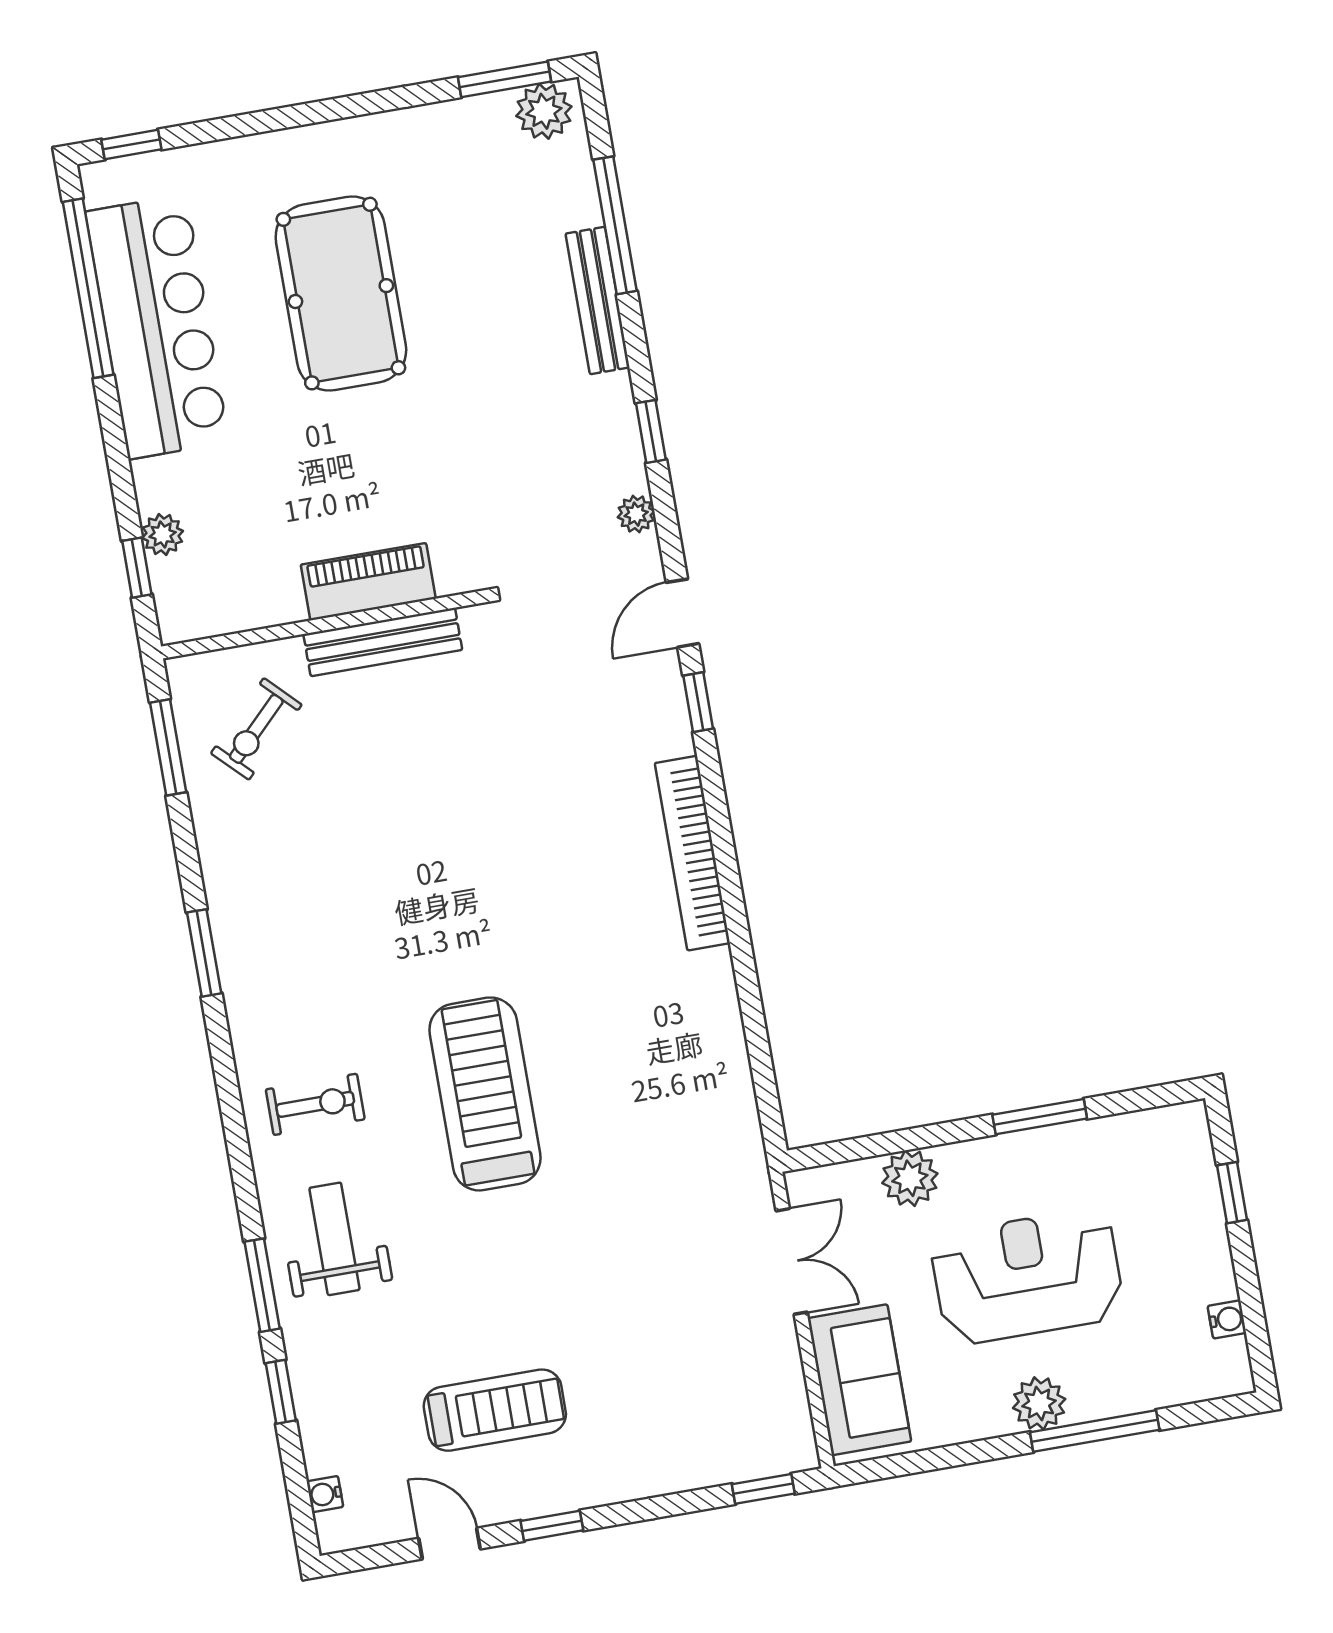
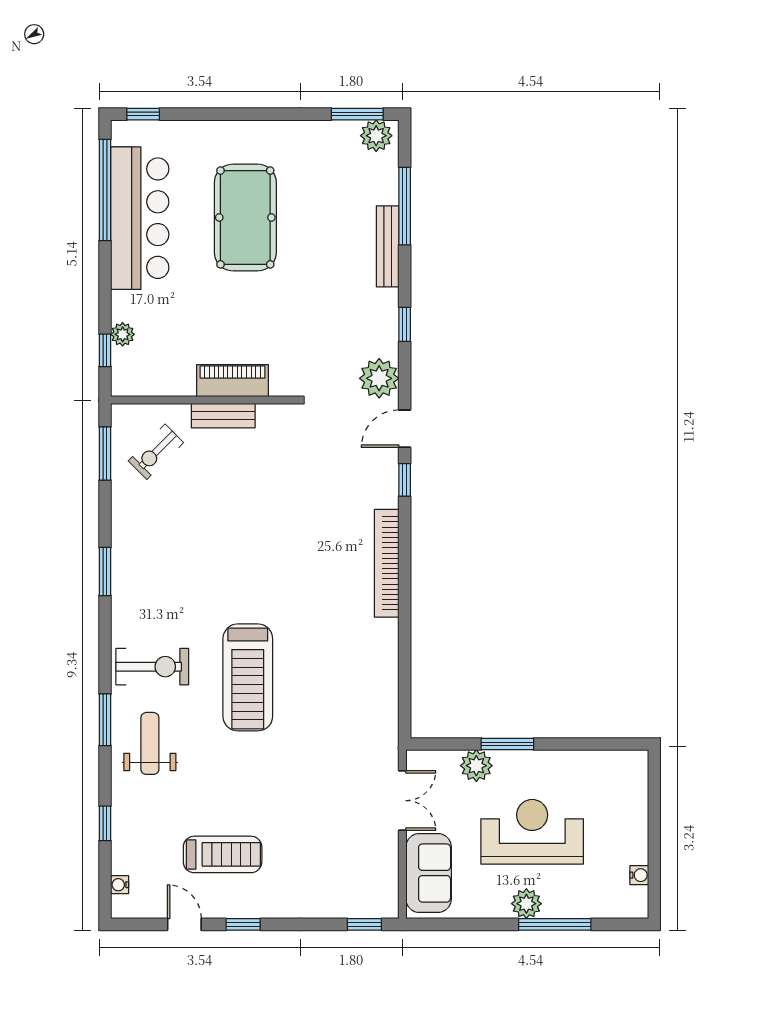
plant: (636, 514) -> (379, 378), width x1.87, depth x1.87
bench: (383, 642) -> (223, 416), width x0.73
treadmill: (485, 1094) -> (248, 677), turned 180
exercise bike: (315, 1104) -> (152, 667), width x1.38, depth x1.39
window: (1040, 1117) -> (507, 744), moved
window: (1232, 1193) -> (654, 805), removed
window: (262, 1285) -> (105, 720), moved

